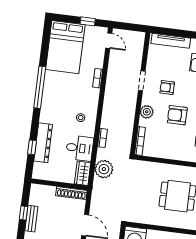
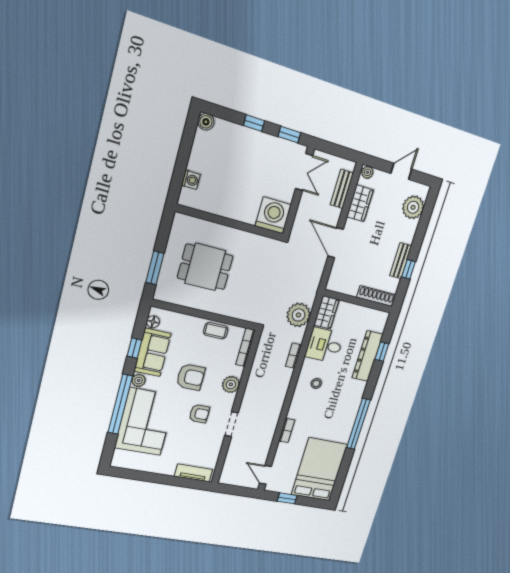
tv unit: (171, 41) -> (193, 473), width x0.71
coffee table: (164, 151) -> (216, 331), added
shoe rack: (71, 193) -> (376, 296), moved

